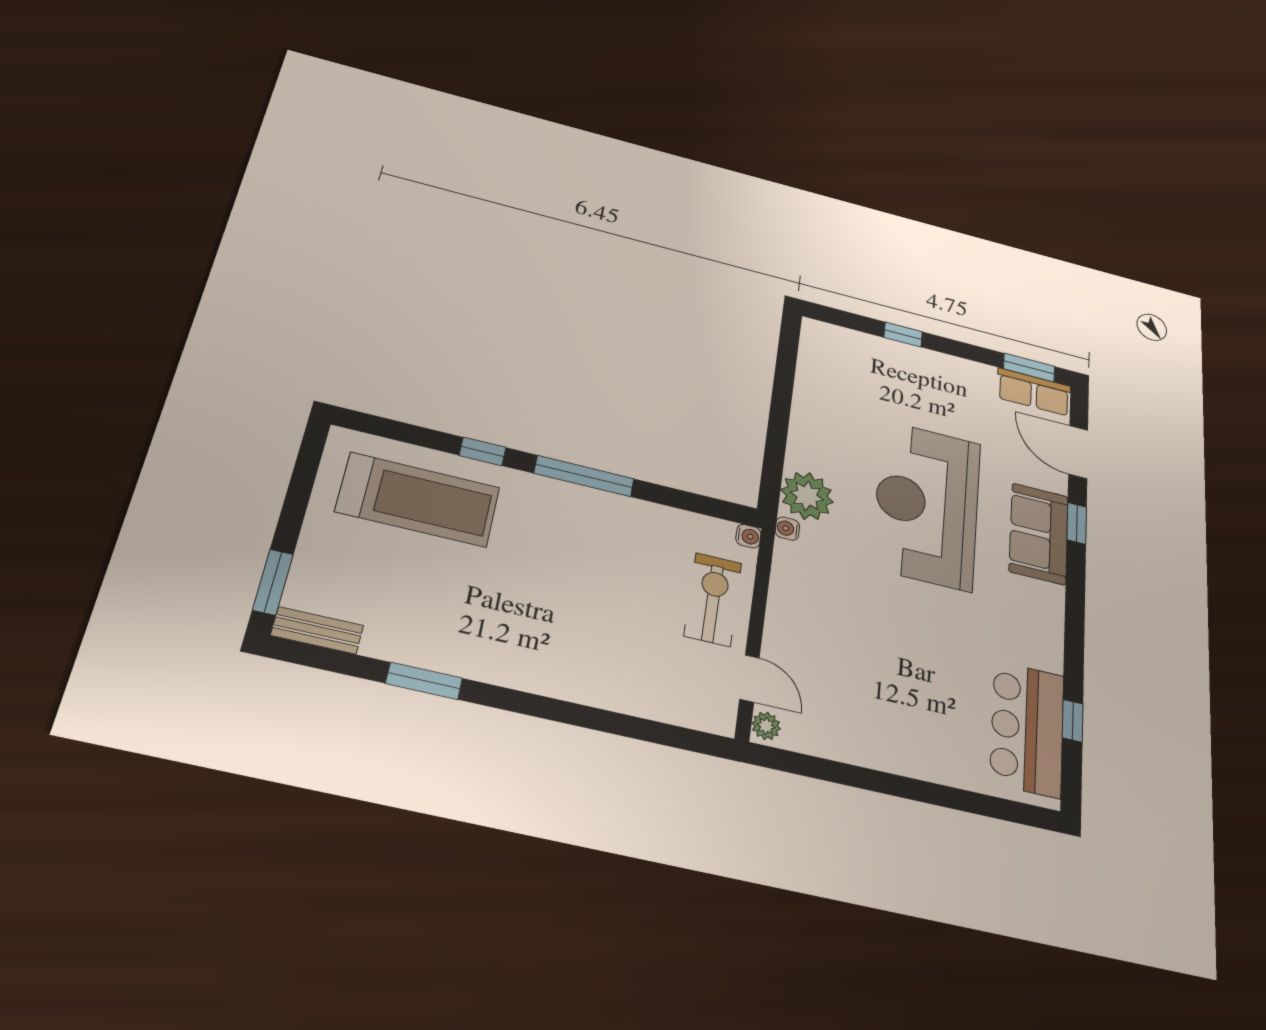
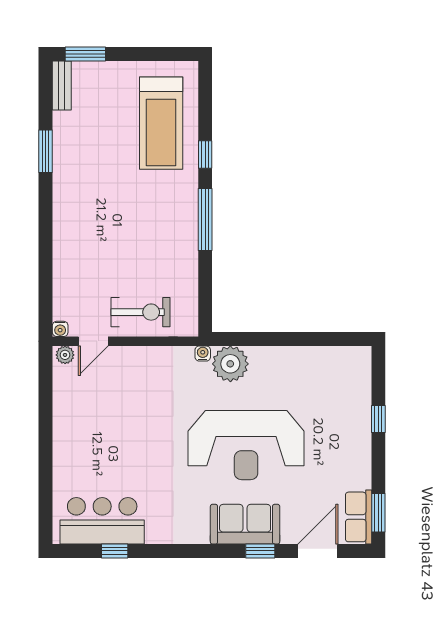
reception desk: (927, 505) -> (246, 445), turned 180
water cooler: (748, 536) -> (60, 329), moved

